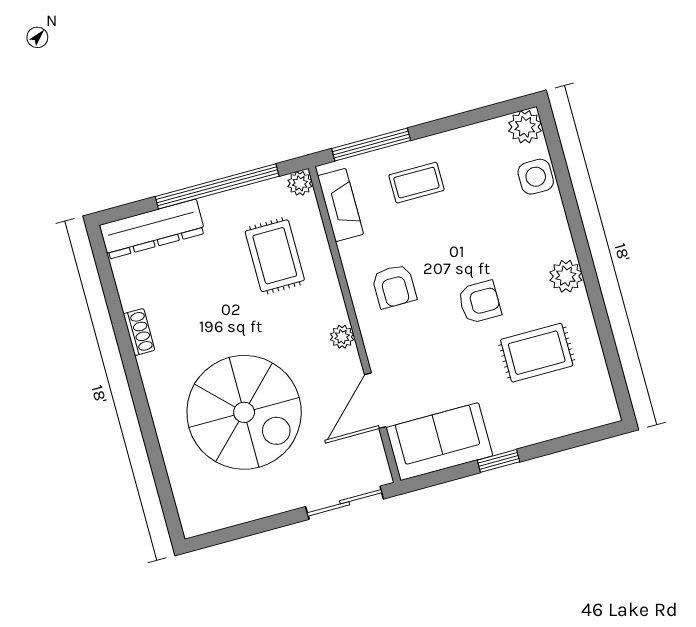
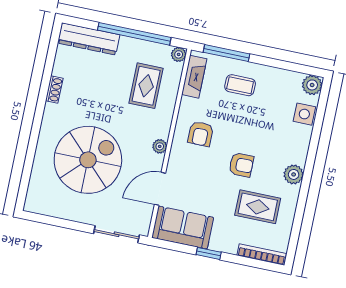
spiral stairs: (244, 412) -> (88, 160), turned -90
bookcase: (579, 422) -> (262, 254), added

